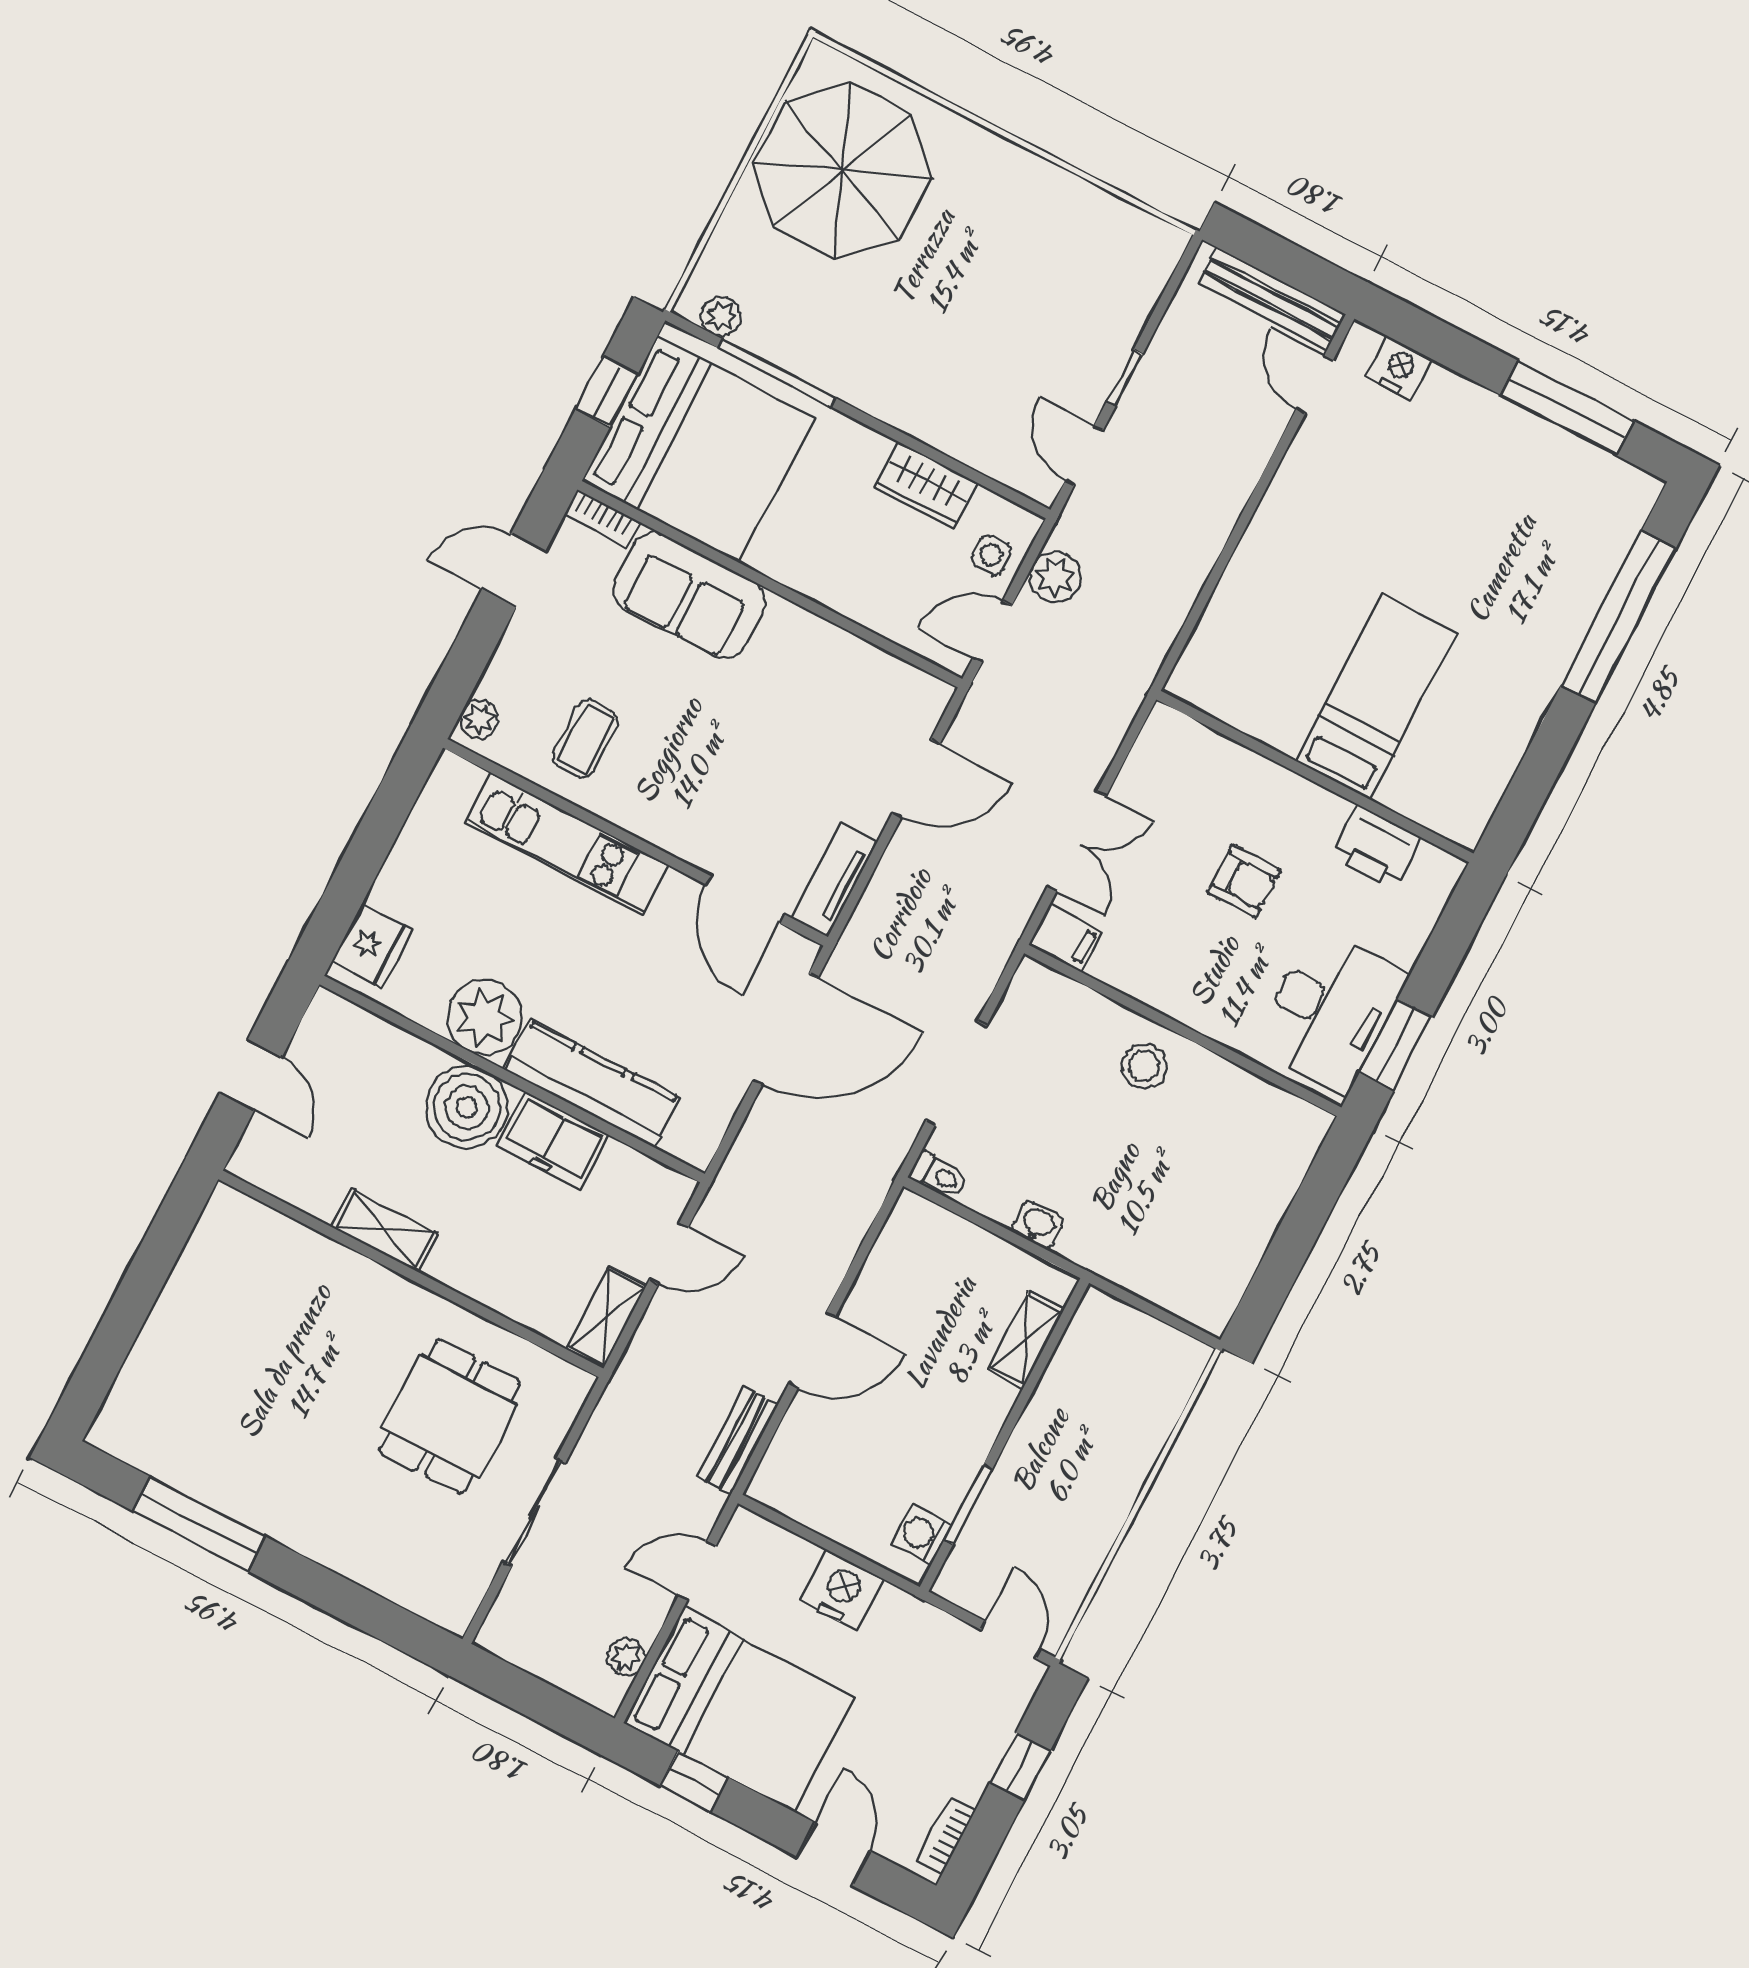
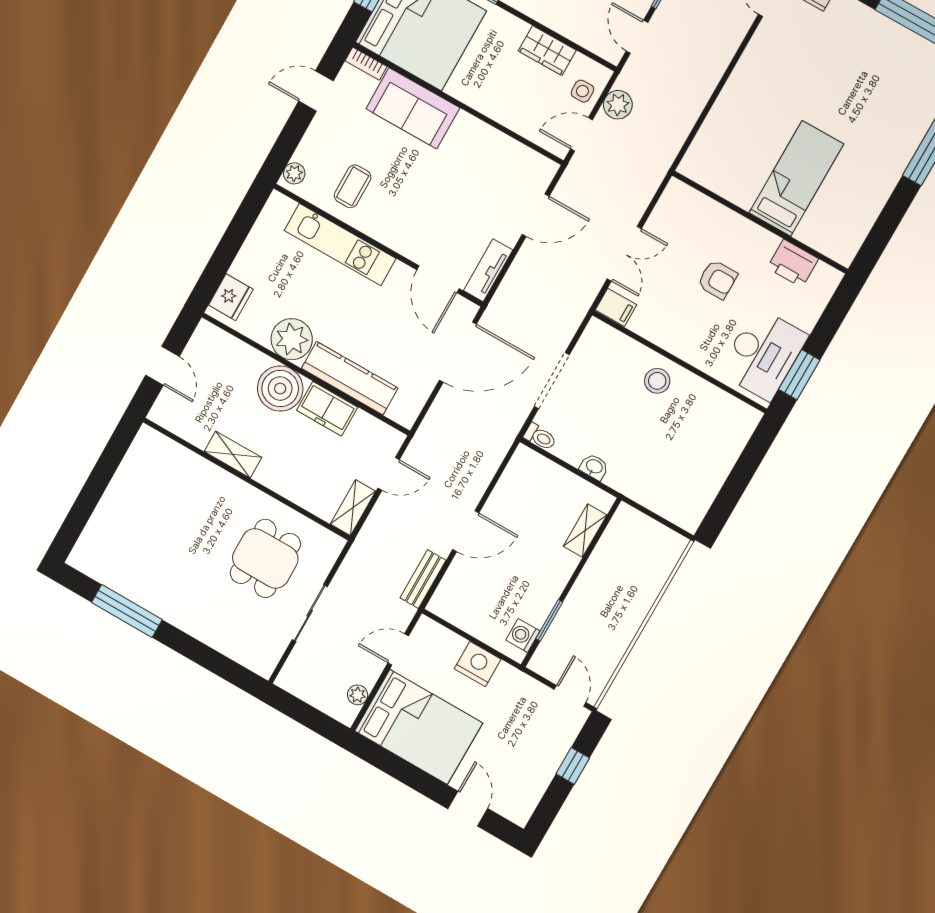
window: (694, 1781) -> (392, 765), removed
bookcase: (947, 1835) -> (530, 801), removed

